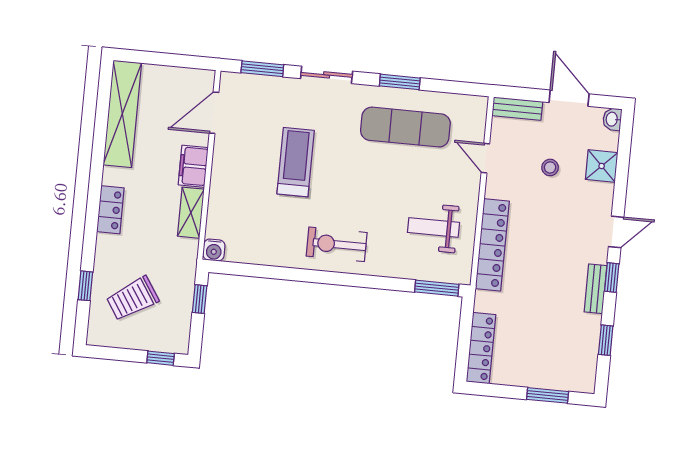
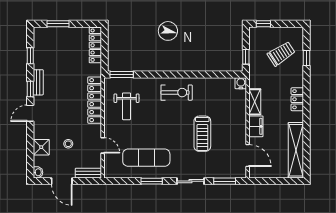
door: (214, 113) -> (248, 156), hinge flipped
weight bench: (433, 227) -> (126, 106), turned 90

